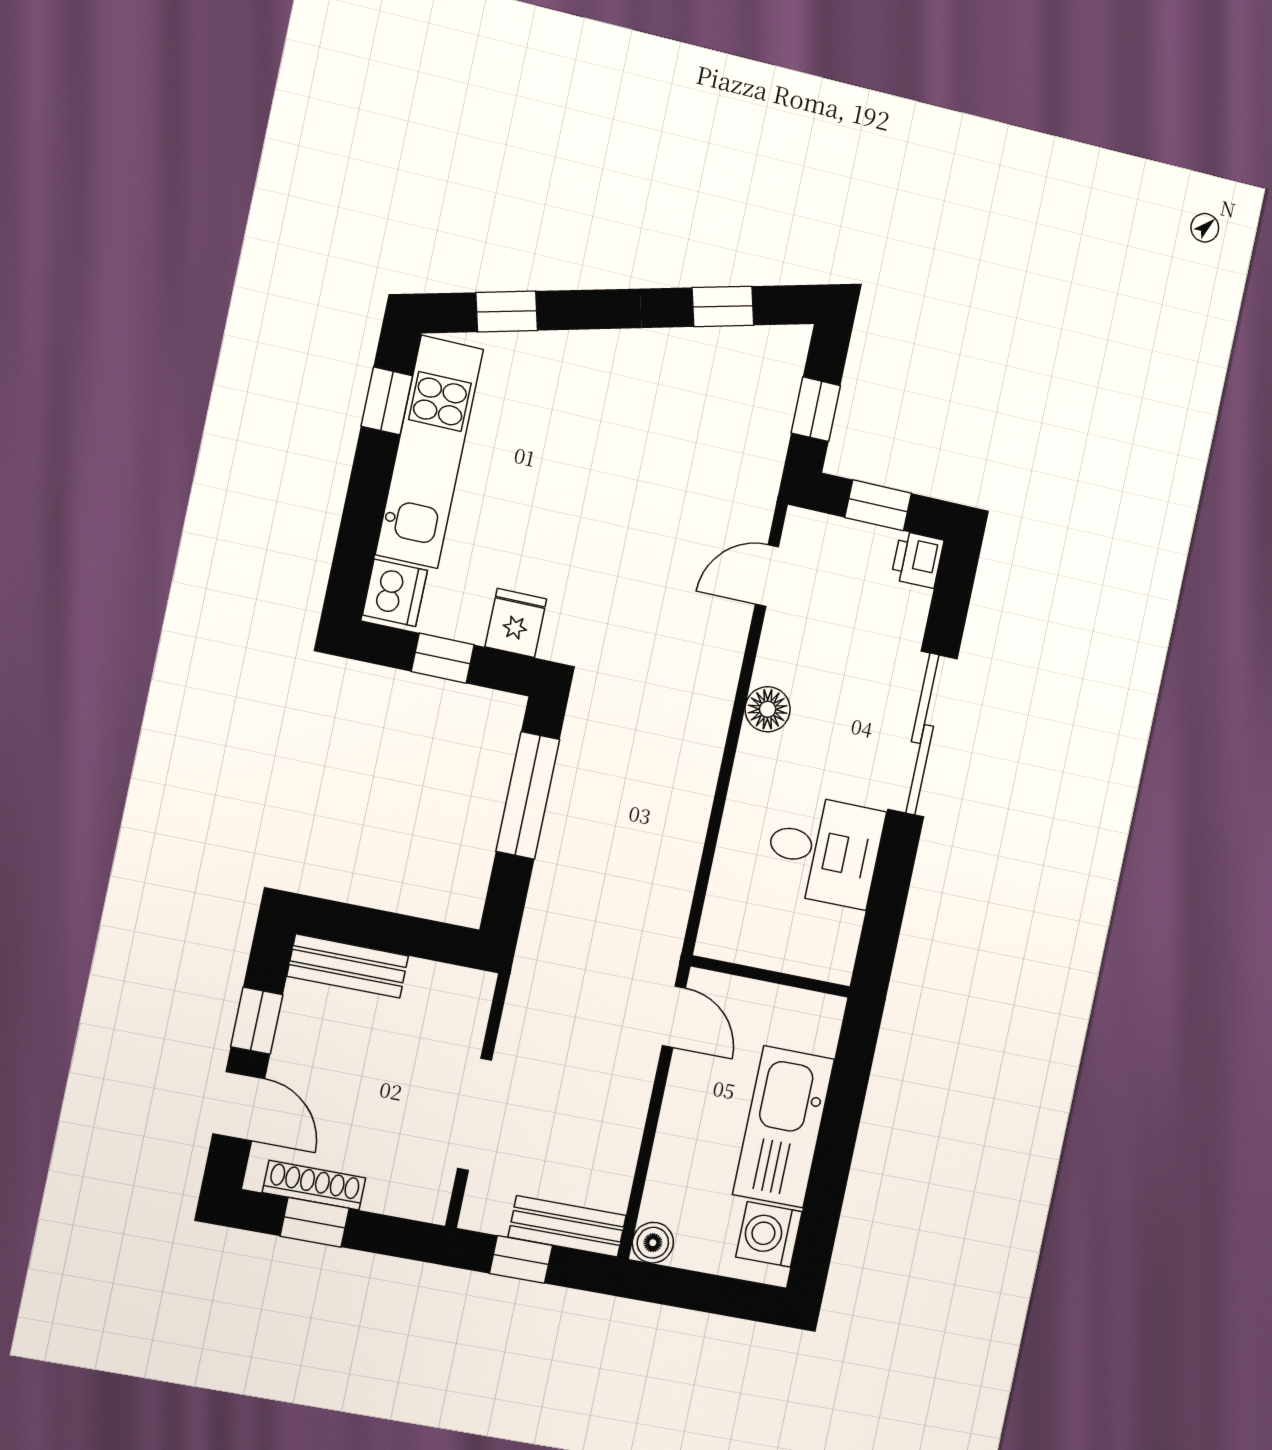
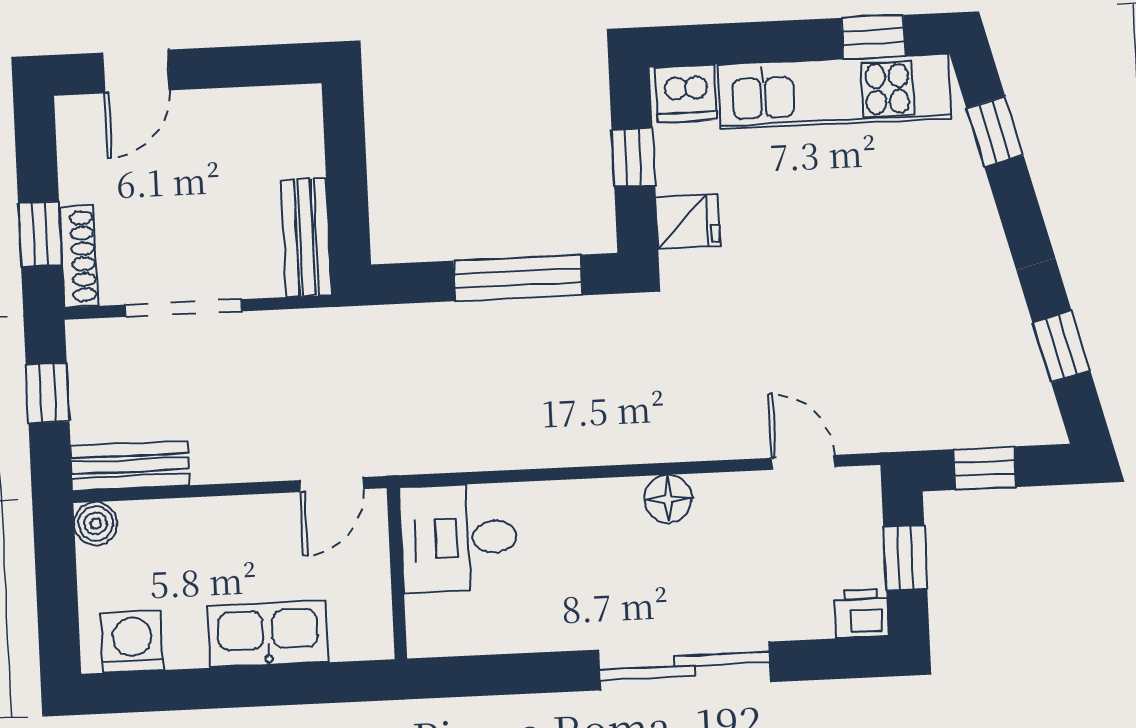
desk: (824, 850) -> (459, 538), moved, turned 90
bench: (348, 966) -> (306, 237), moved
window: (257, 1021) -> (225, 67), removed
kitchen sink: (783, 1127) -> (268, 634), width x0.73, depth x0.81
shoe rack: (314, 1185) -> (79, 256), moved
window: (315, 1222) -> (40, 234), moved
bench: (567, 1226) -> (130, 466), moved, turned 90

